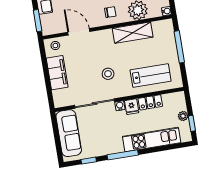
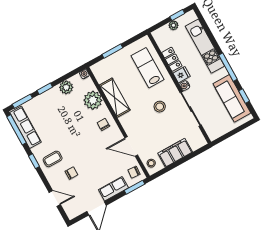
chair: (53, 25) -> (134, 172), added
door: (79, 32) -> (131, 146), hinge flipped
window: (179, 47) -> (112, 51), width x0.69
sofa: (69, 133) -> (232, 98), moved, turned -90

